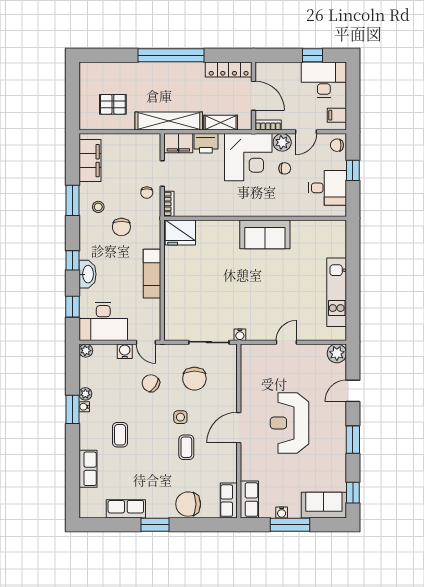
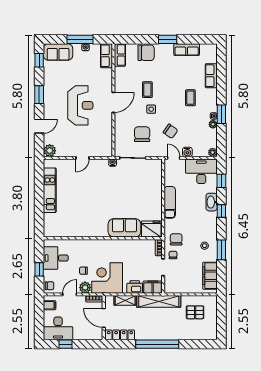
chair: (121, 227) -> (176, 239), moved
sofa: (265, 234) -> (124, 228), moved

